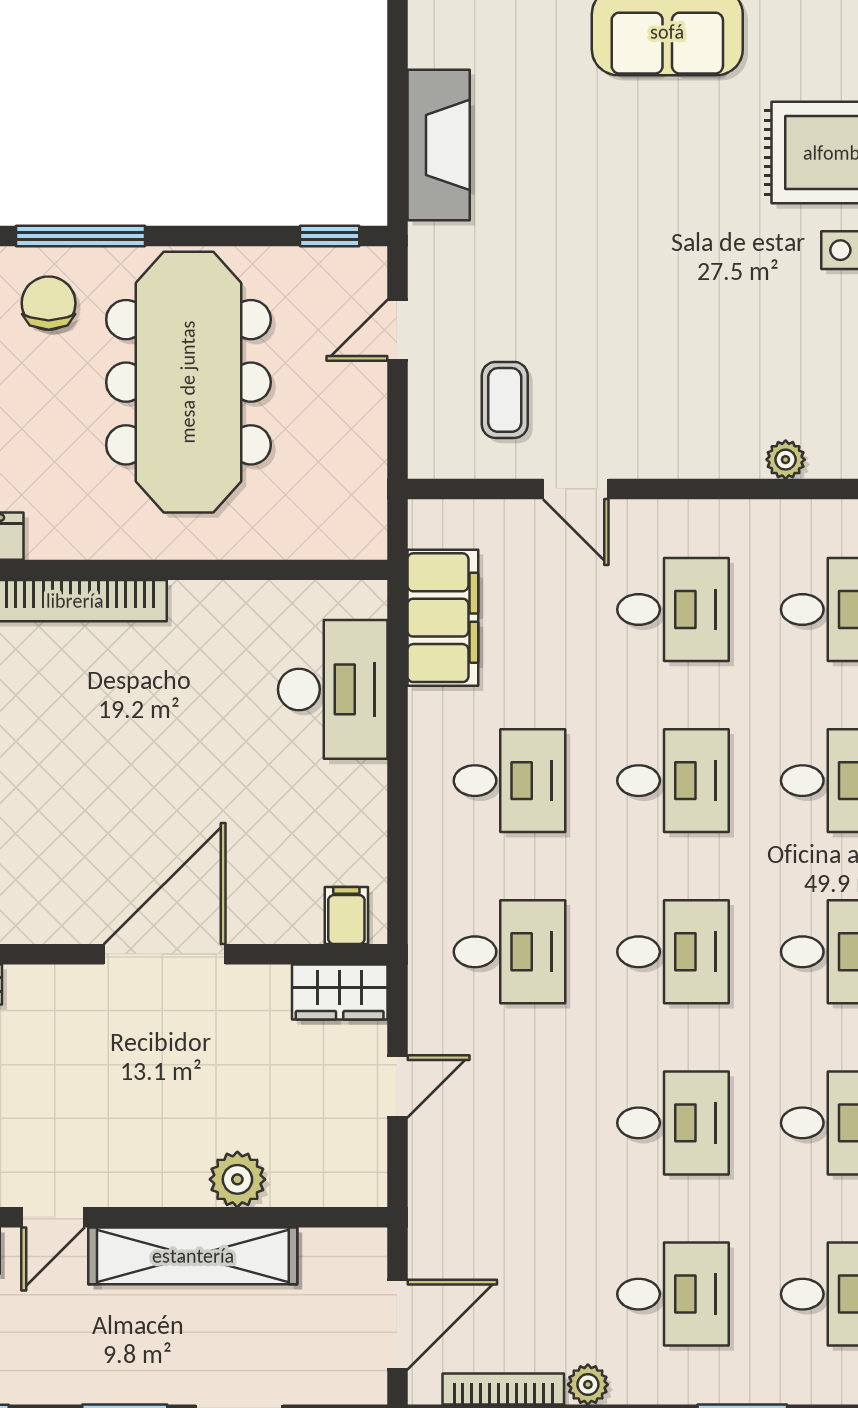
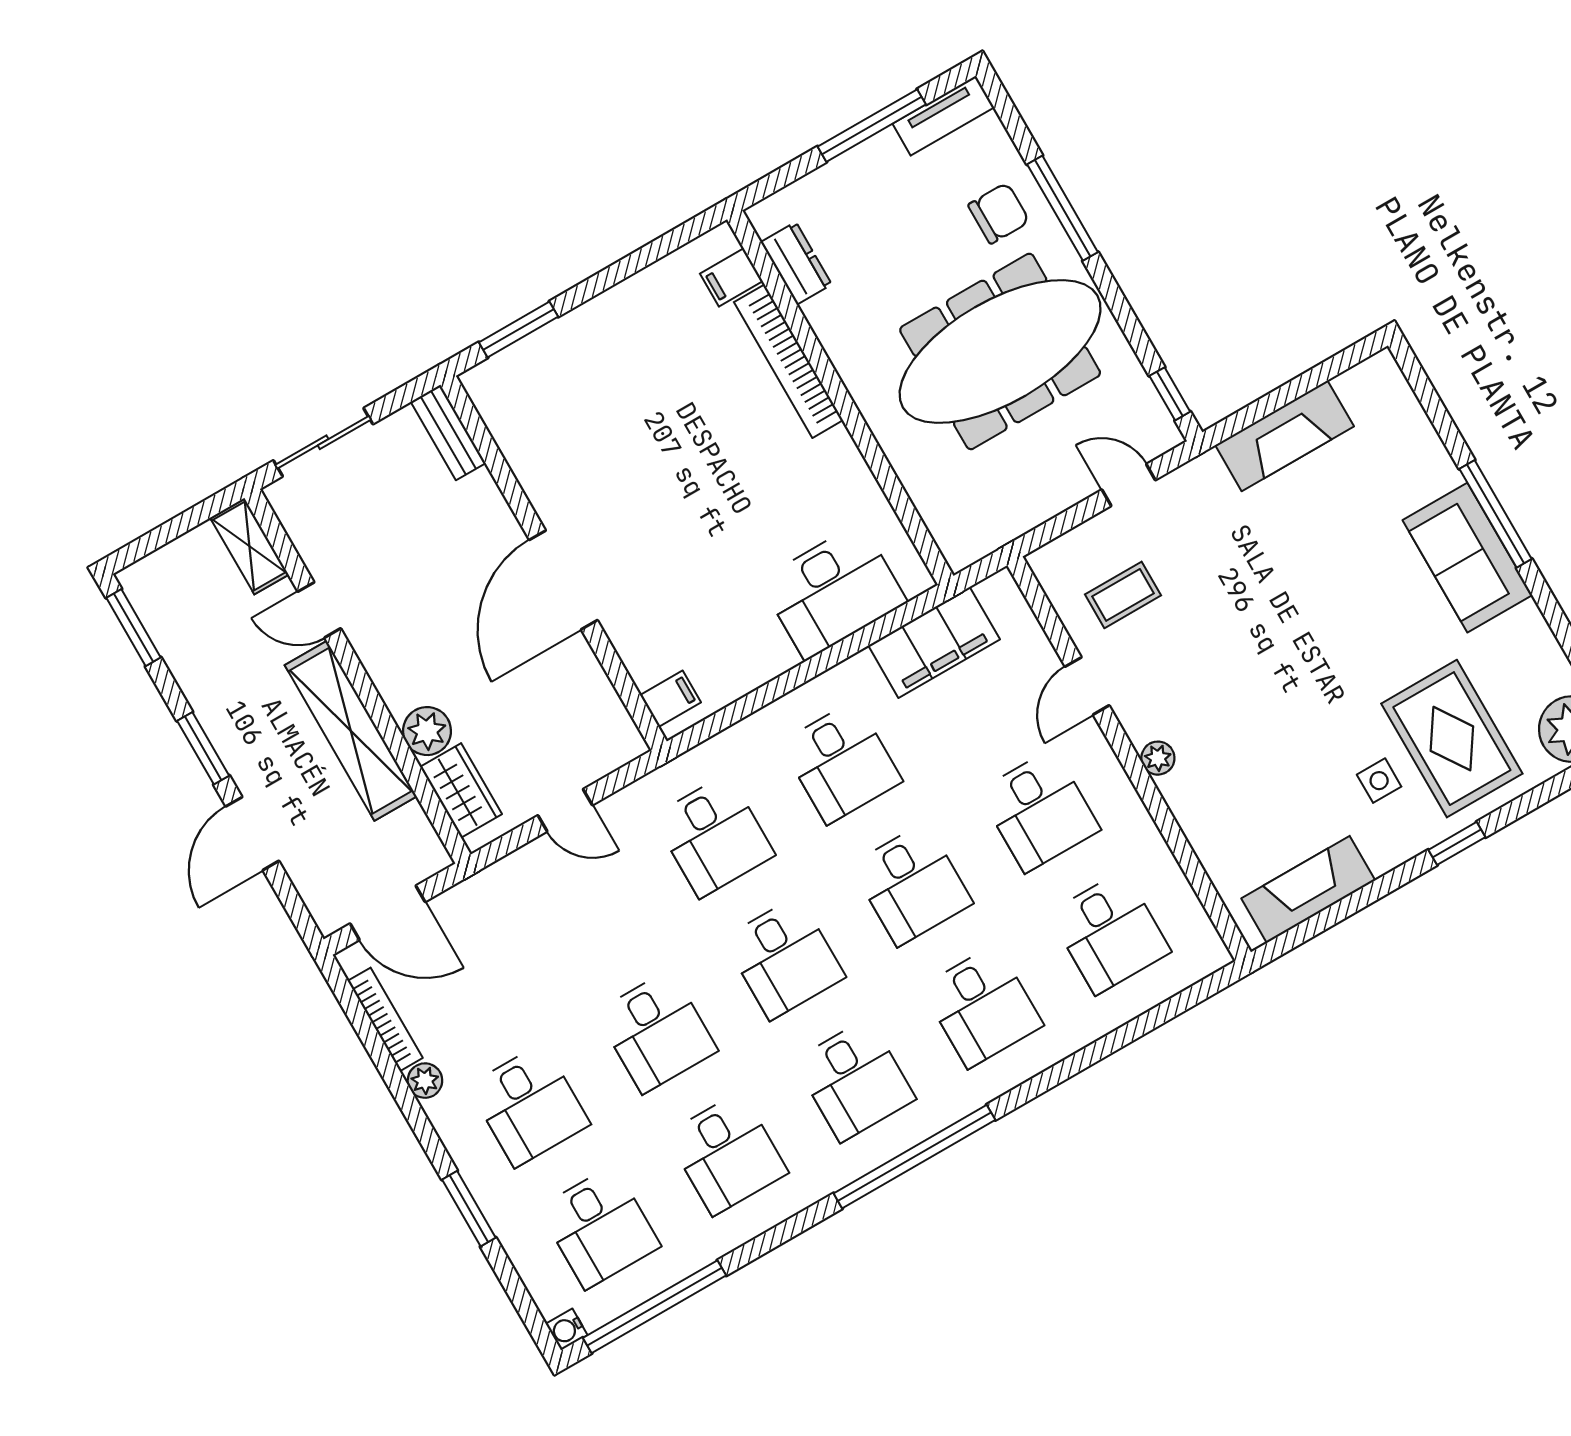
plant: (786, 460) -> (1158, 758), moved
door: (165, 954) -> (563, 580), swing flipped
wardrobe: (340, 992) -> (461, 790), moved, turned 180

